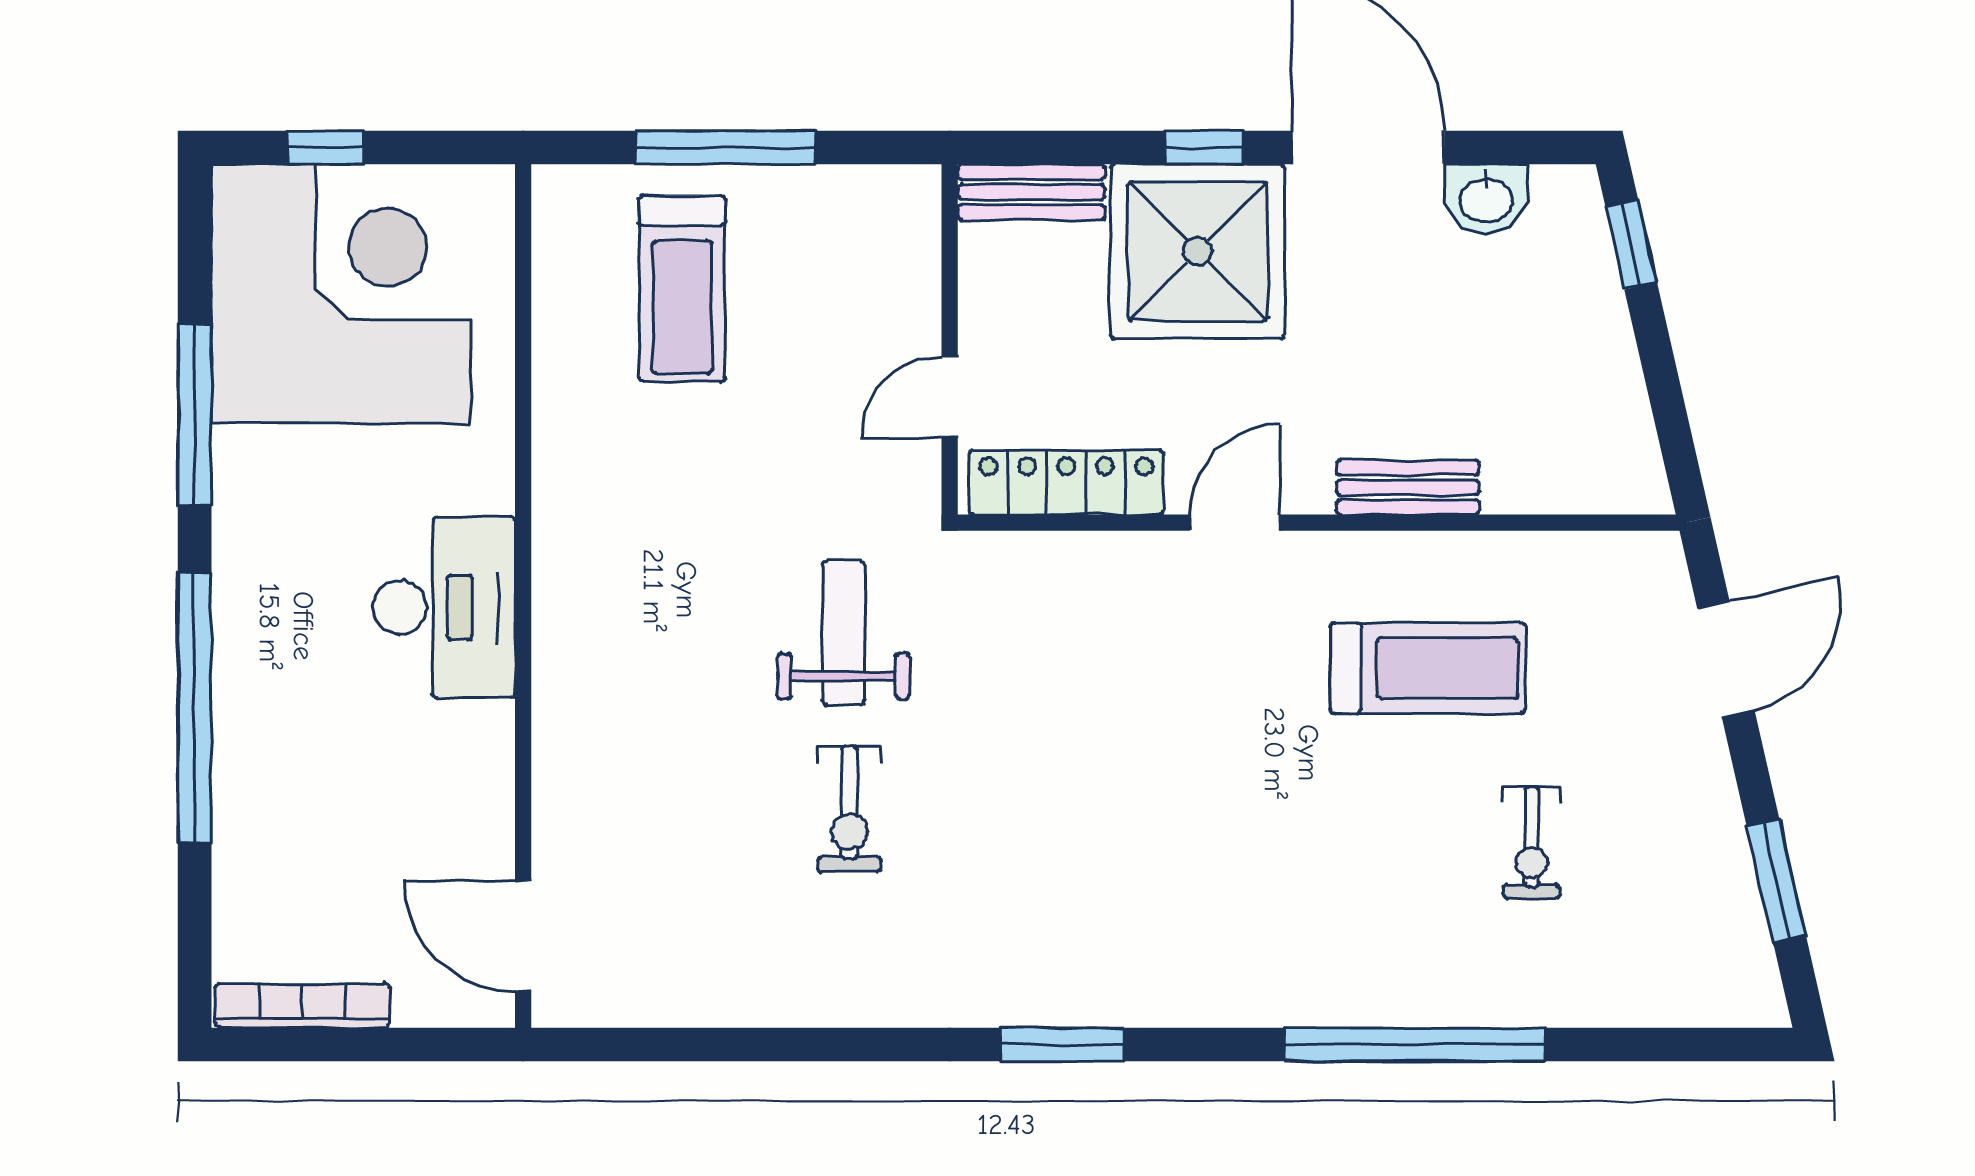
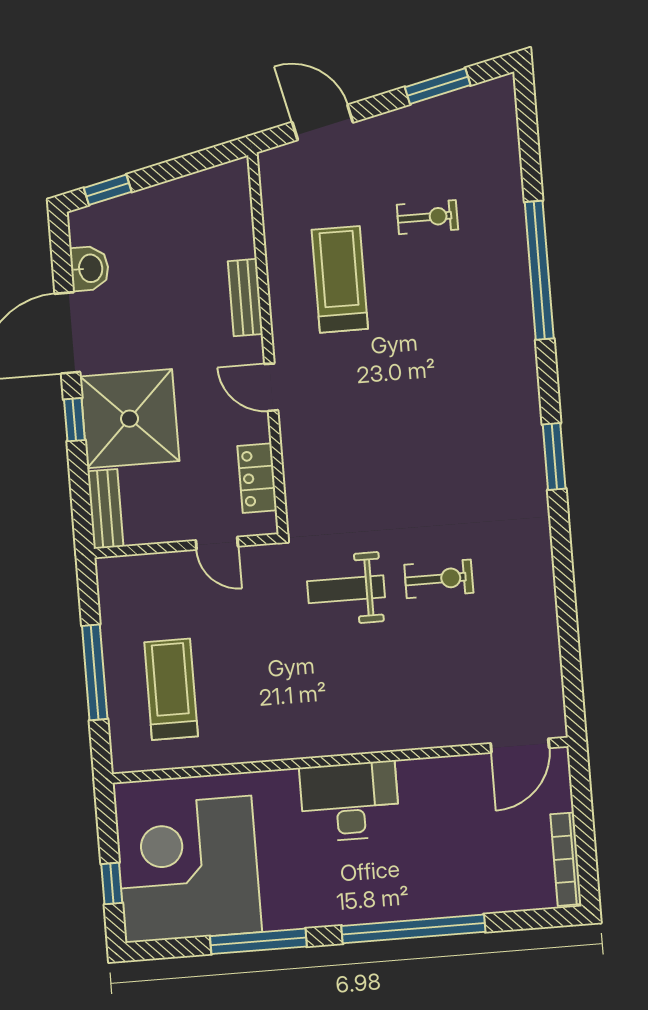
treadmill: (682, 289) -> (171, 689), turned -90
locker: (1066, 482) -> (257, 478), width x0.66

